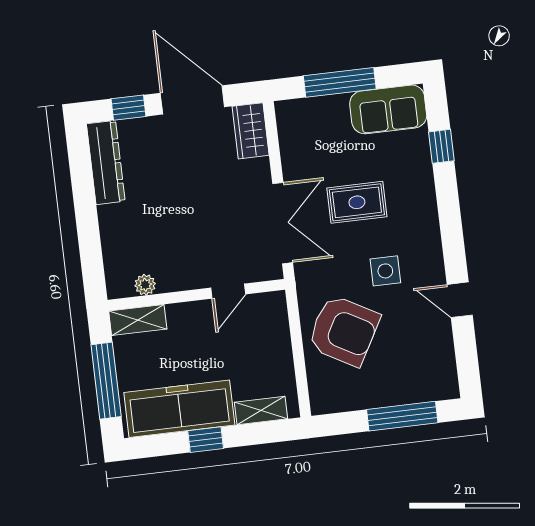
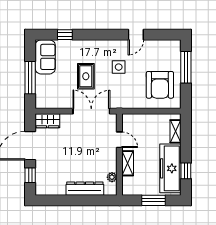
dresser: (106, 162) -> (85, 189), moved
shelving: (138, 320) -> (128, 163), moved
armchair: (344, 331) -> (160, 85), moved, turned 151
window: (106, 381) -> (153, 200), width x0.69
window: (206, 440) -> (186, 171), moved

